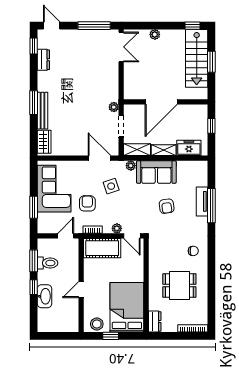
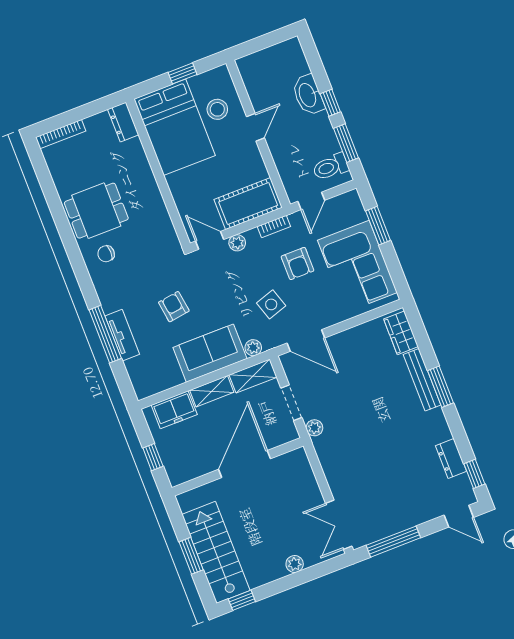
toilet: (48, 263) -> (331, 167), moved
dining table: (179, 286) -> (96, 211), moved
stool: (97, 324) -> (217, 109), moved

